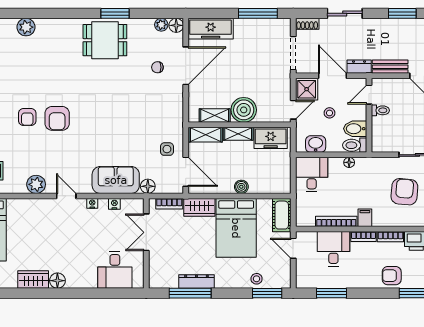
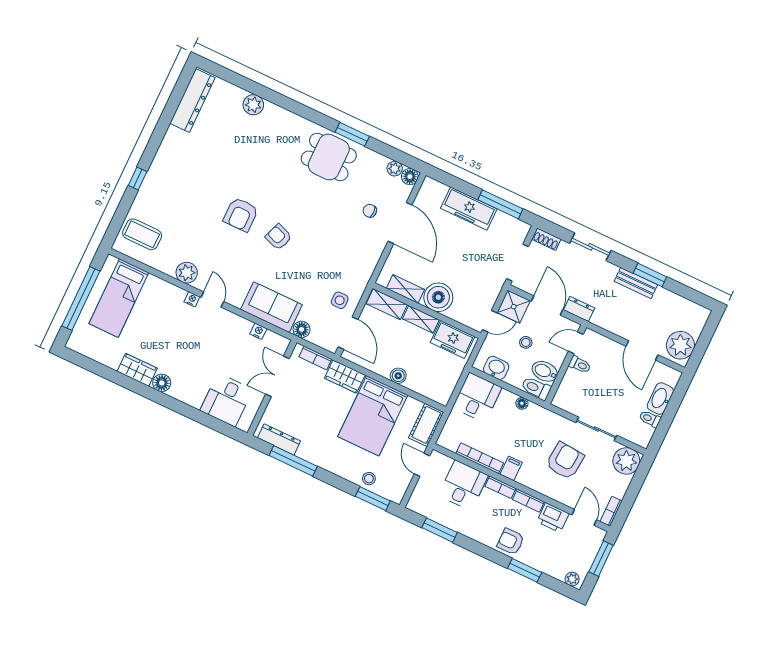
freezer: (211, 29) -> (469, 209), moved
door: (186, 66) -> (400, 223), hinge flipped
bench: (390, 67) -> (636, 283), moved
armchair: (27, 117) -> (279, 237), moved, turned 110
nightstand: (92, 203) -> (192, 299), moved
dresser: (196, 281) -> (279, 439), moved

